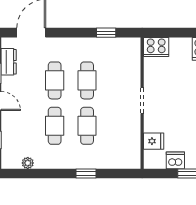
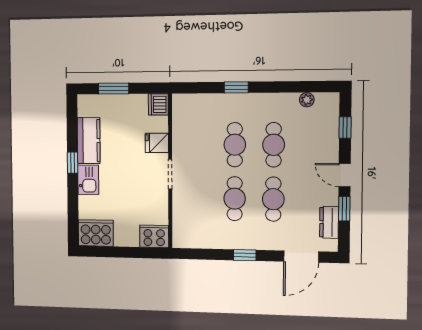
window: (106, 33) -> (245, 255), moved
fridge: (154, 141) -> (157, 143), moved
dishwasher: (175, 160) -> (158, 104), moved, turned 90

